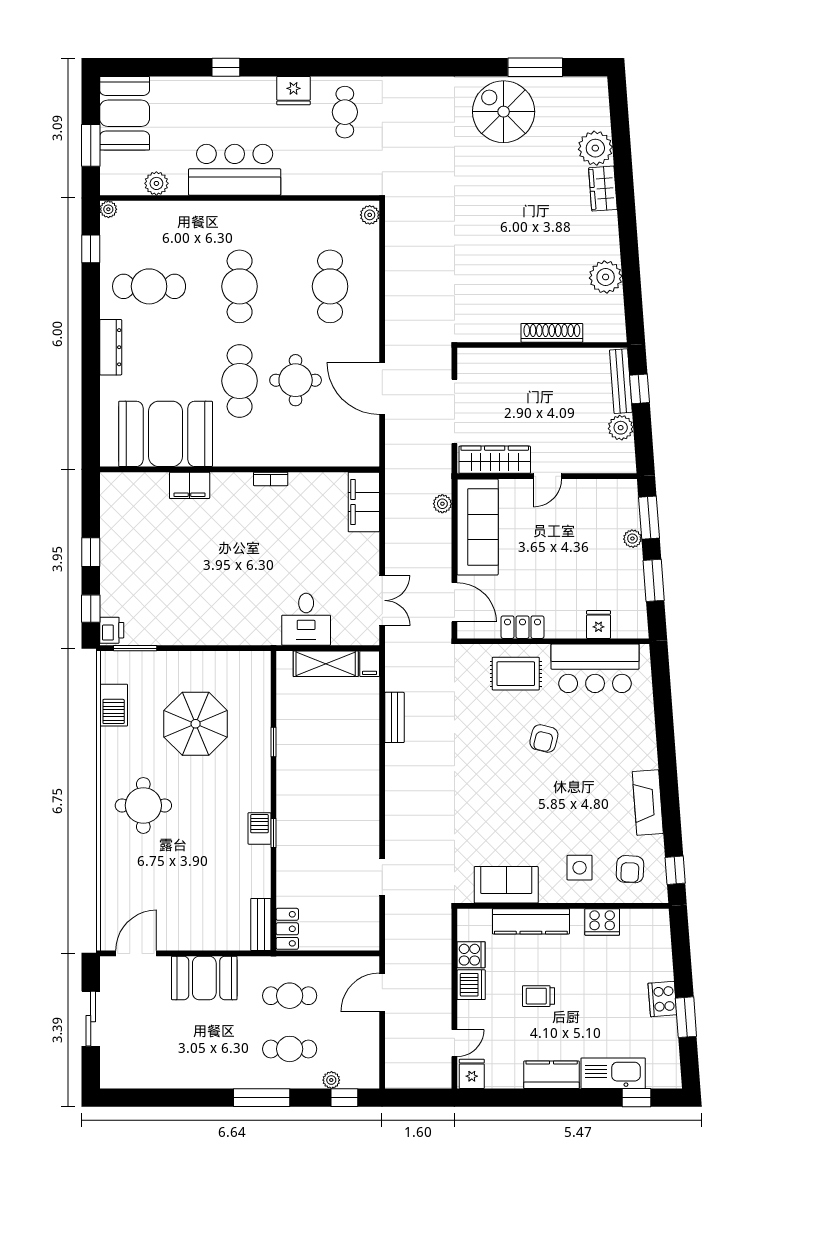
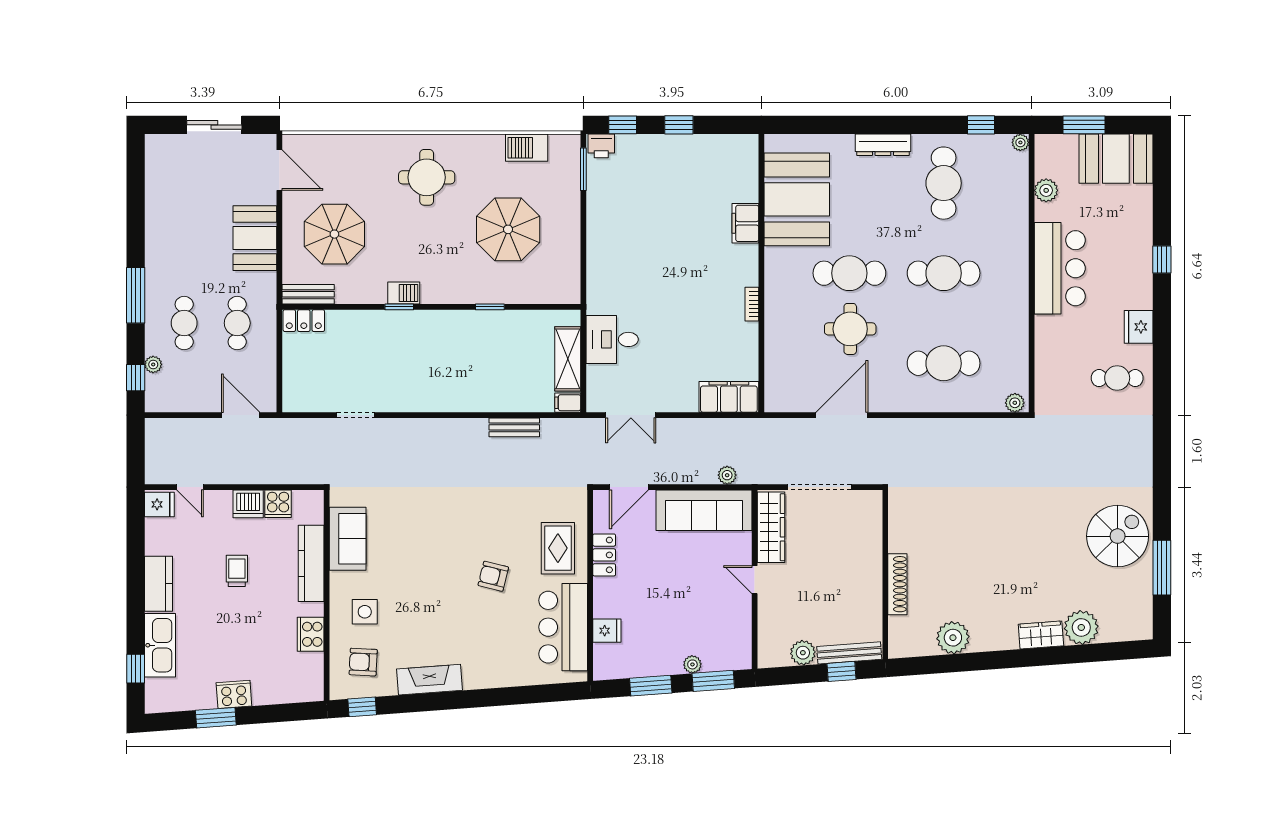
parasol: (200, 898) -> (334, 234), added

